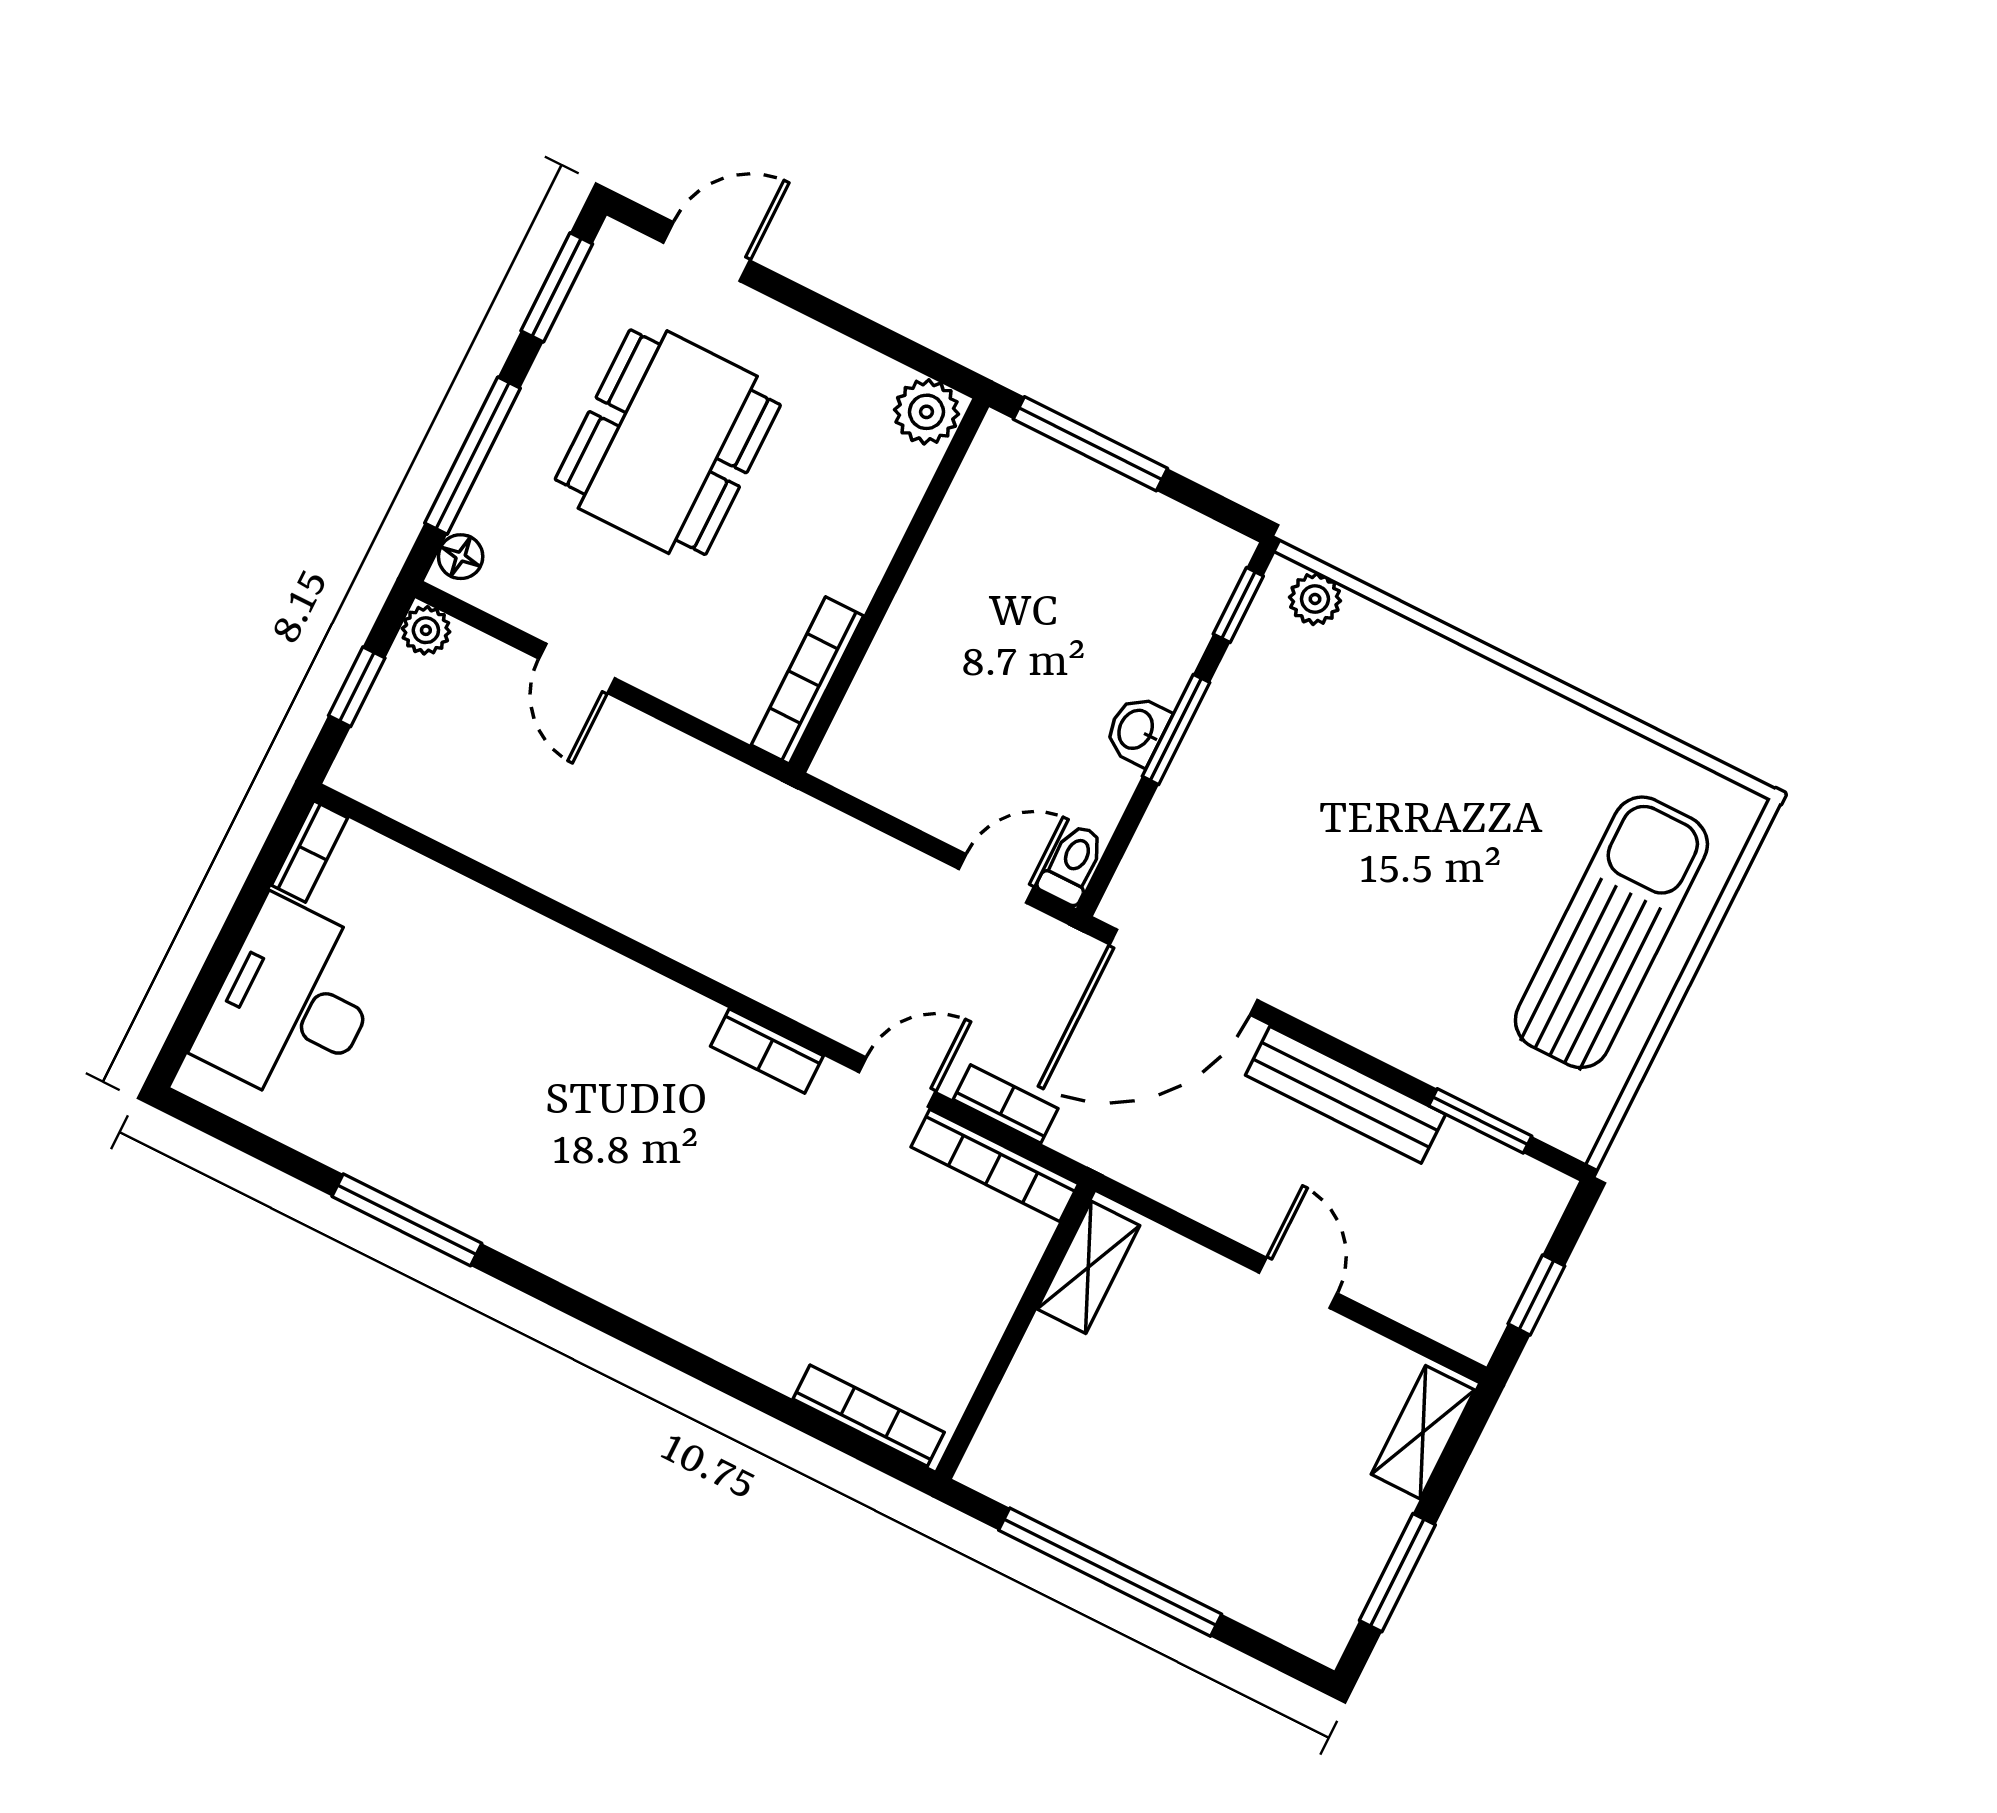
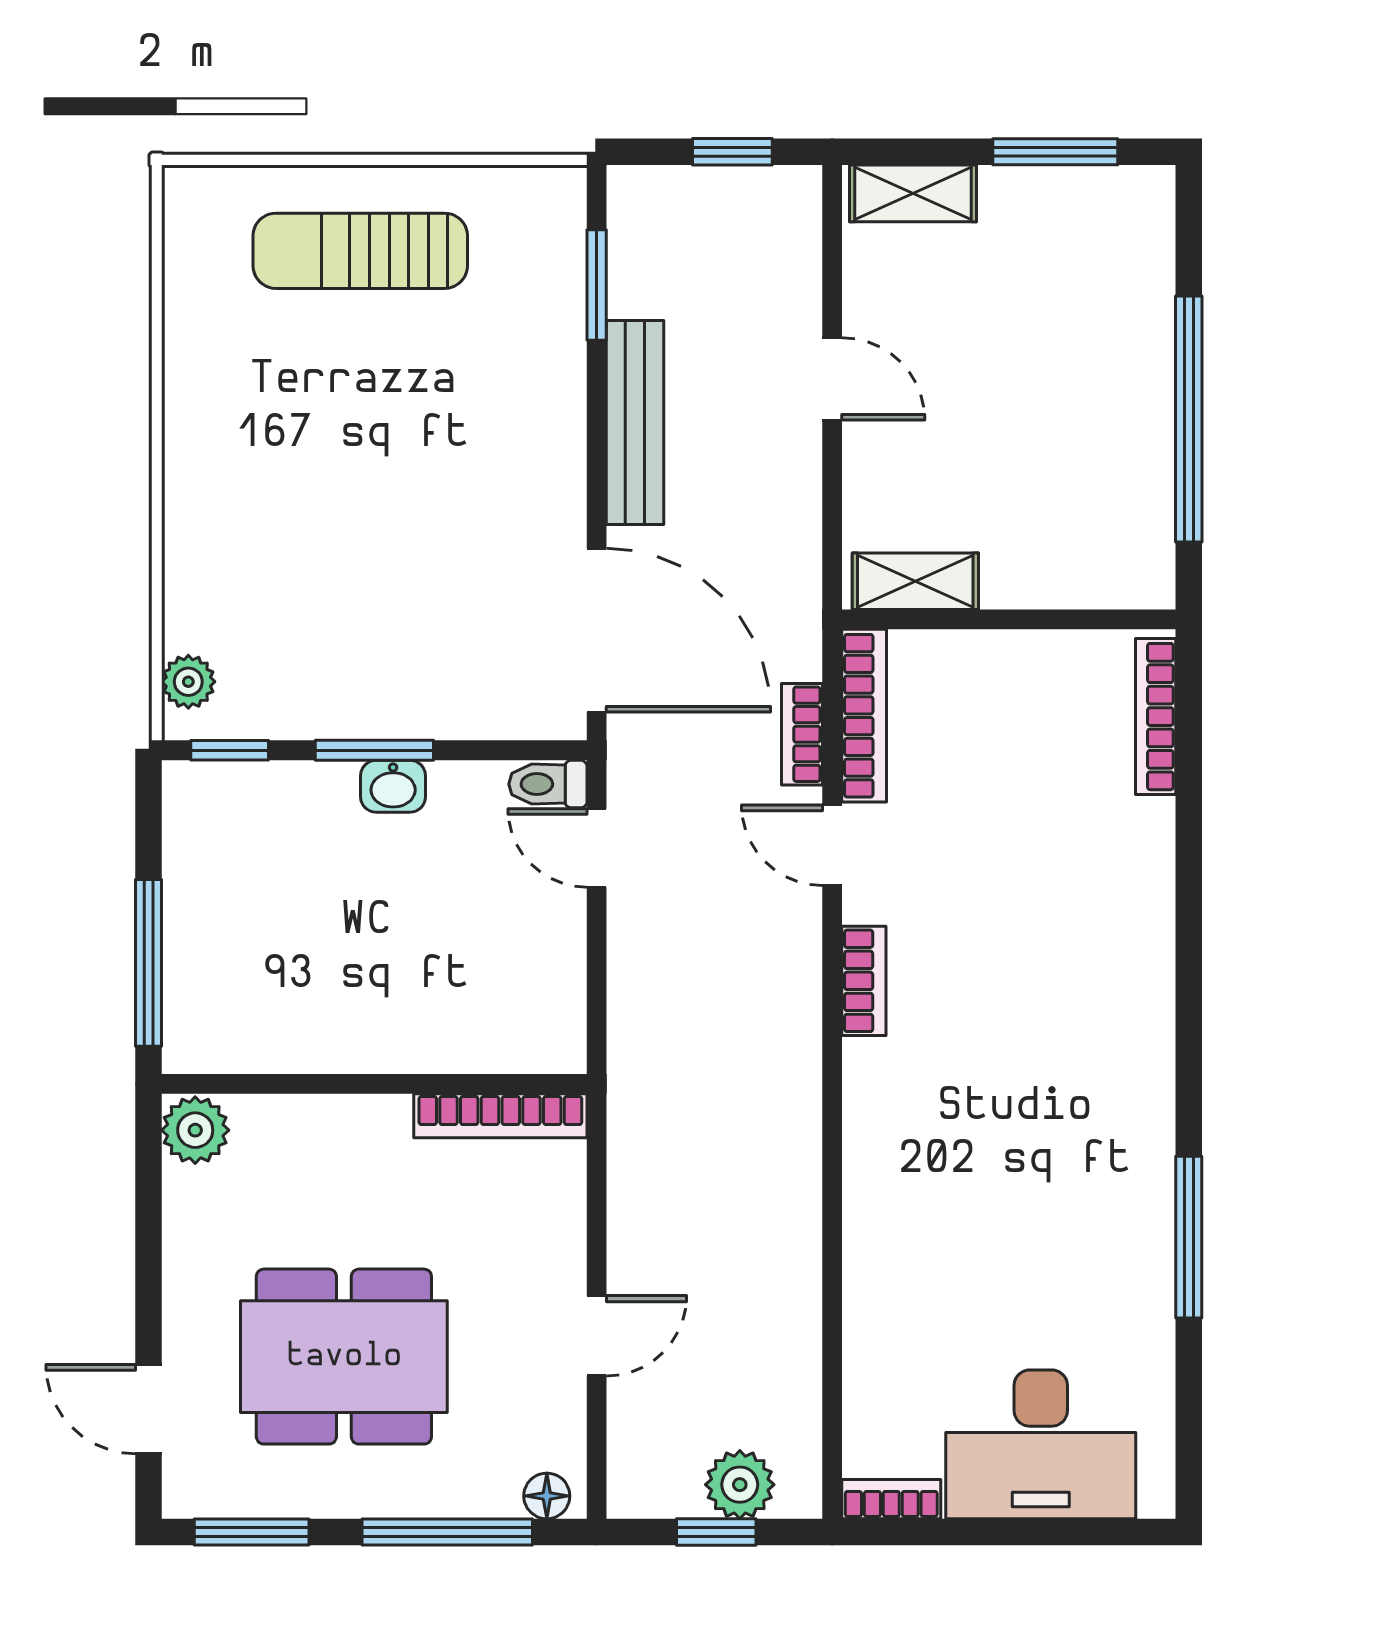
plant: (426, 630) -> (740, 1485), moved, width x1.38, depth x1.38
sun lounger: (1611, 932) -> (360, 251), width x0.73, depth x0.75
door: (1298, 1283) -> (832, 379), swing flipped

